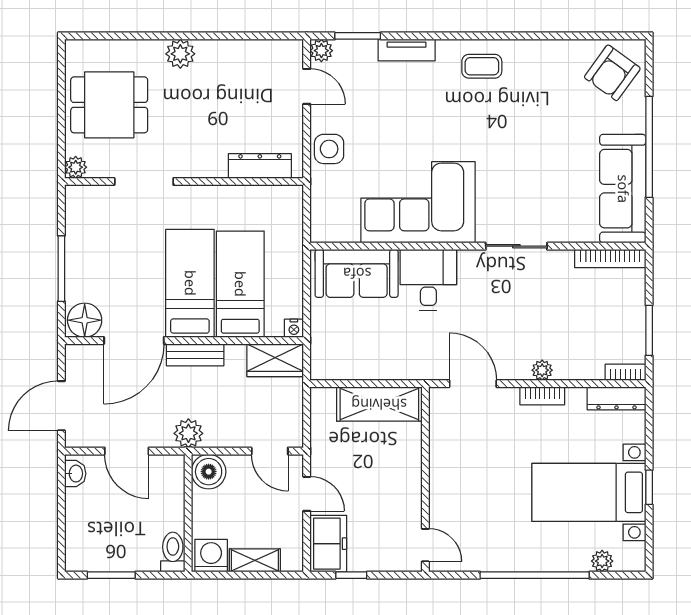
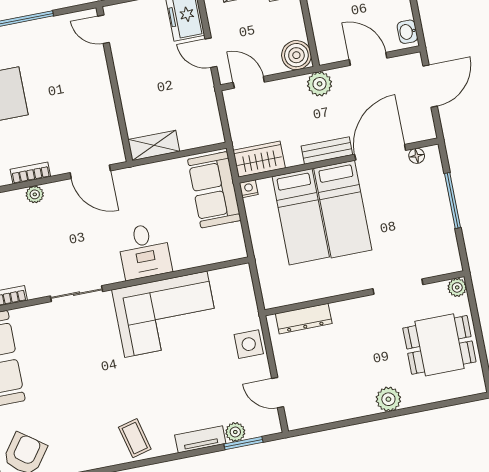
plant: (321, 51) -> (235, 432), moved
coffee table: (482, 66) -> (135, 438), turned 76
sofa: (357, 273) -> (214, 190), moved, turned -90
floor lamp: (85, 320) -> (417, 156), width x0.53, depth x0.53
shelving: (379, 404) -> (154, 145), width x0.67, depth x0.75

